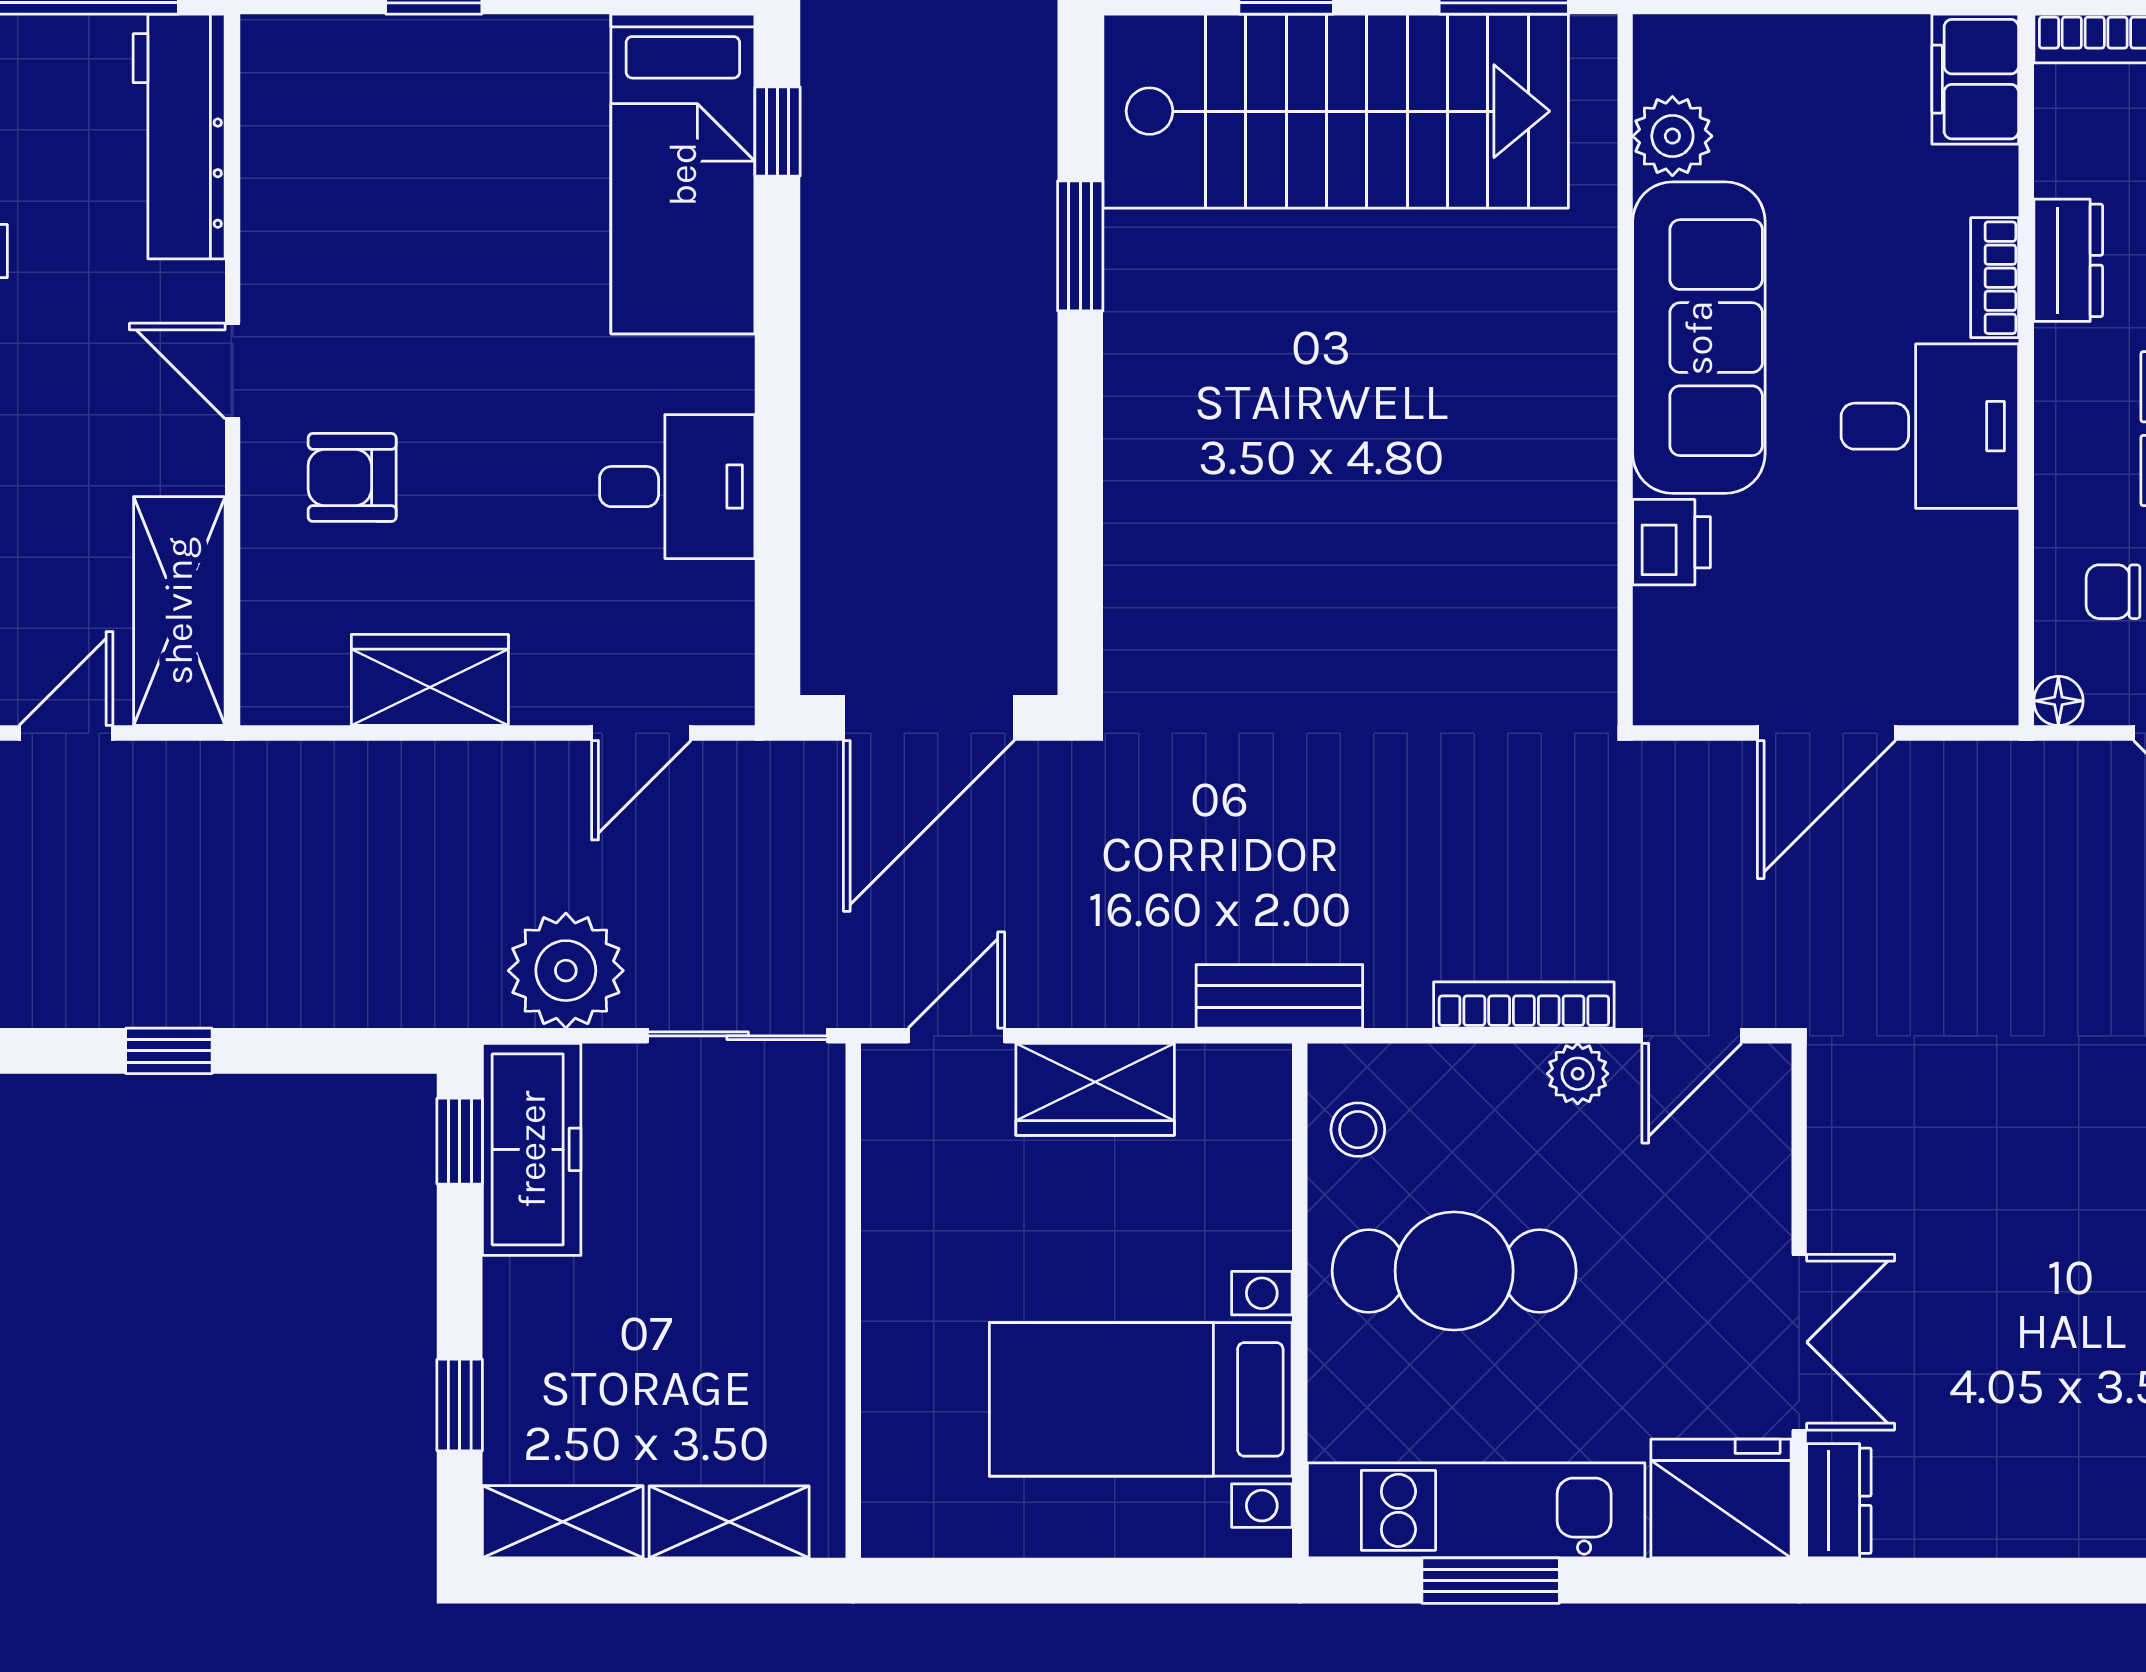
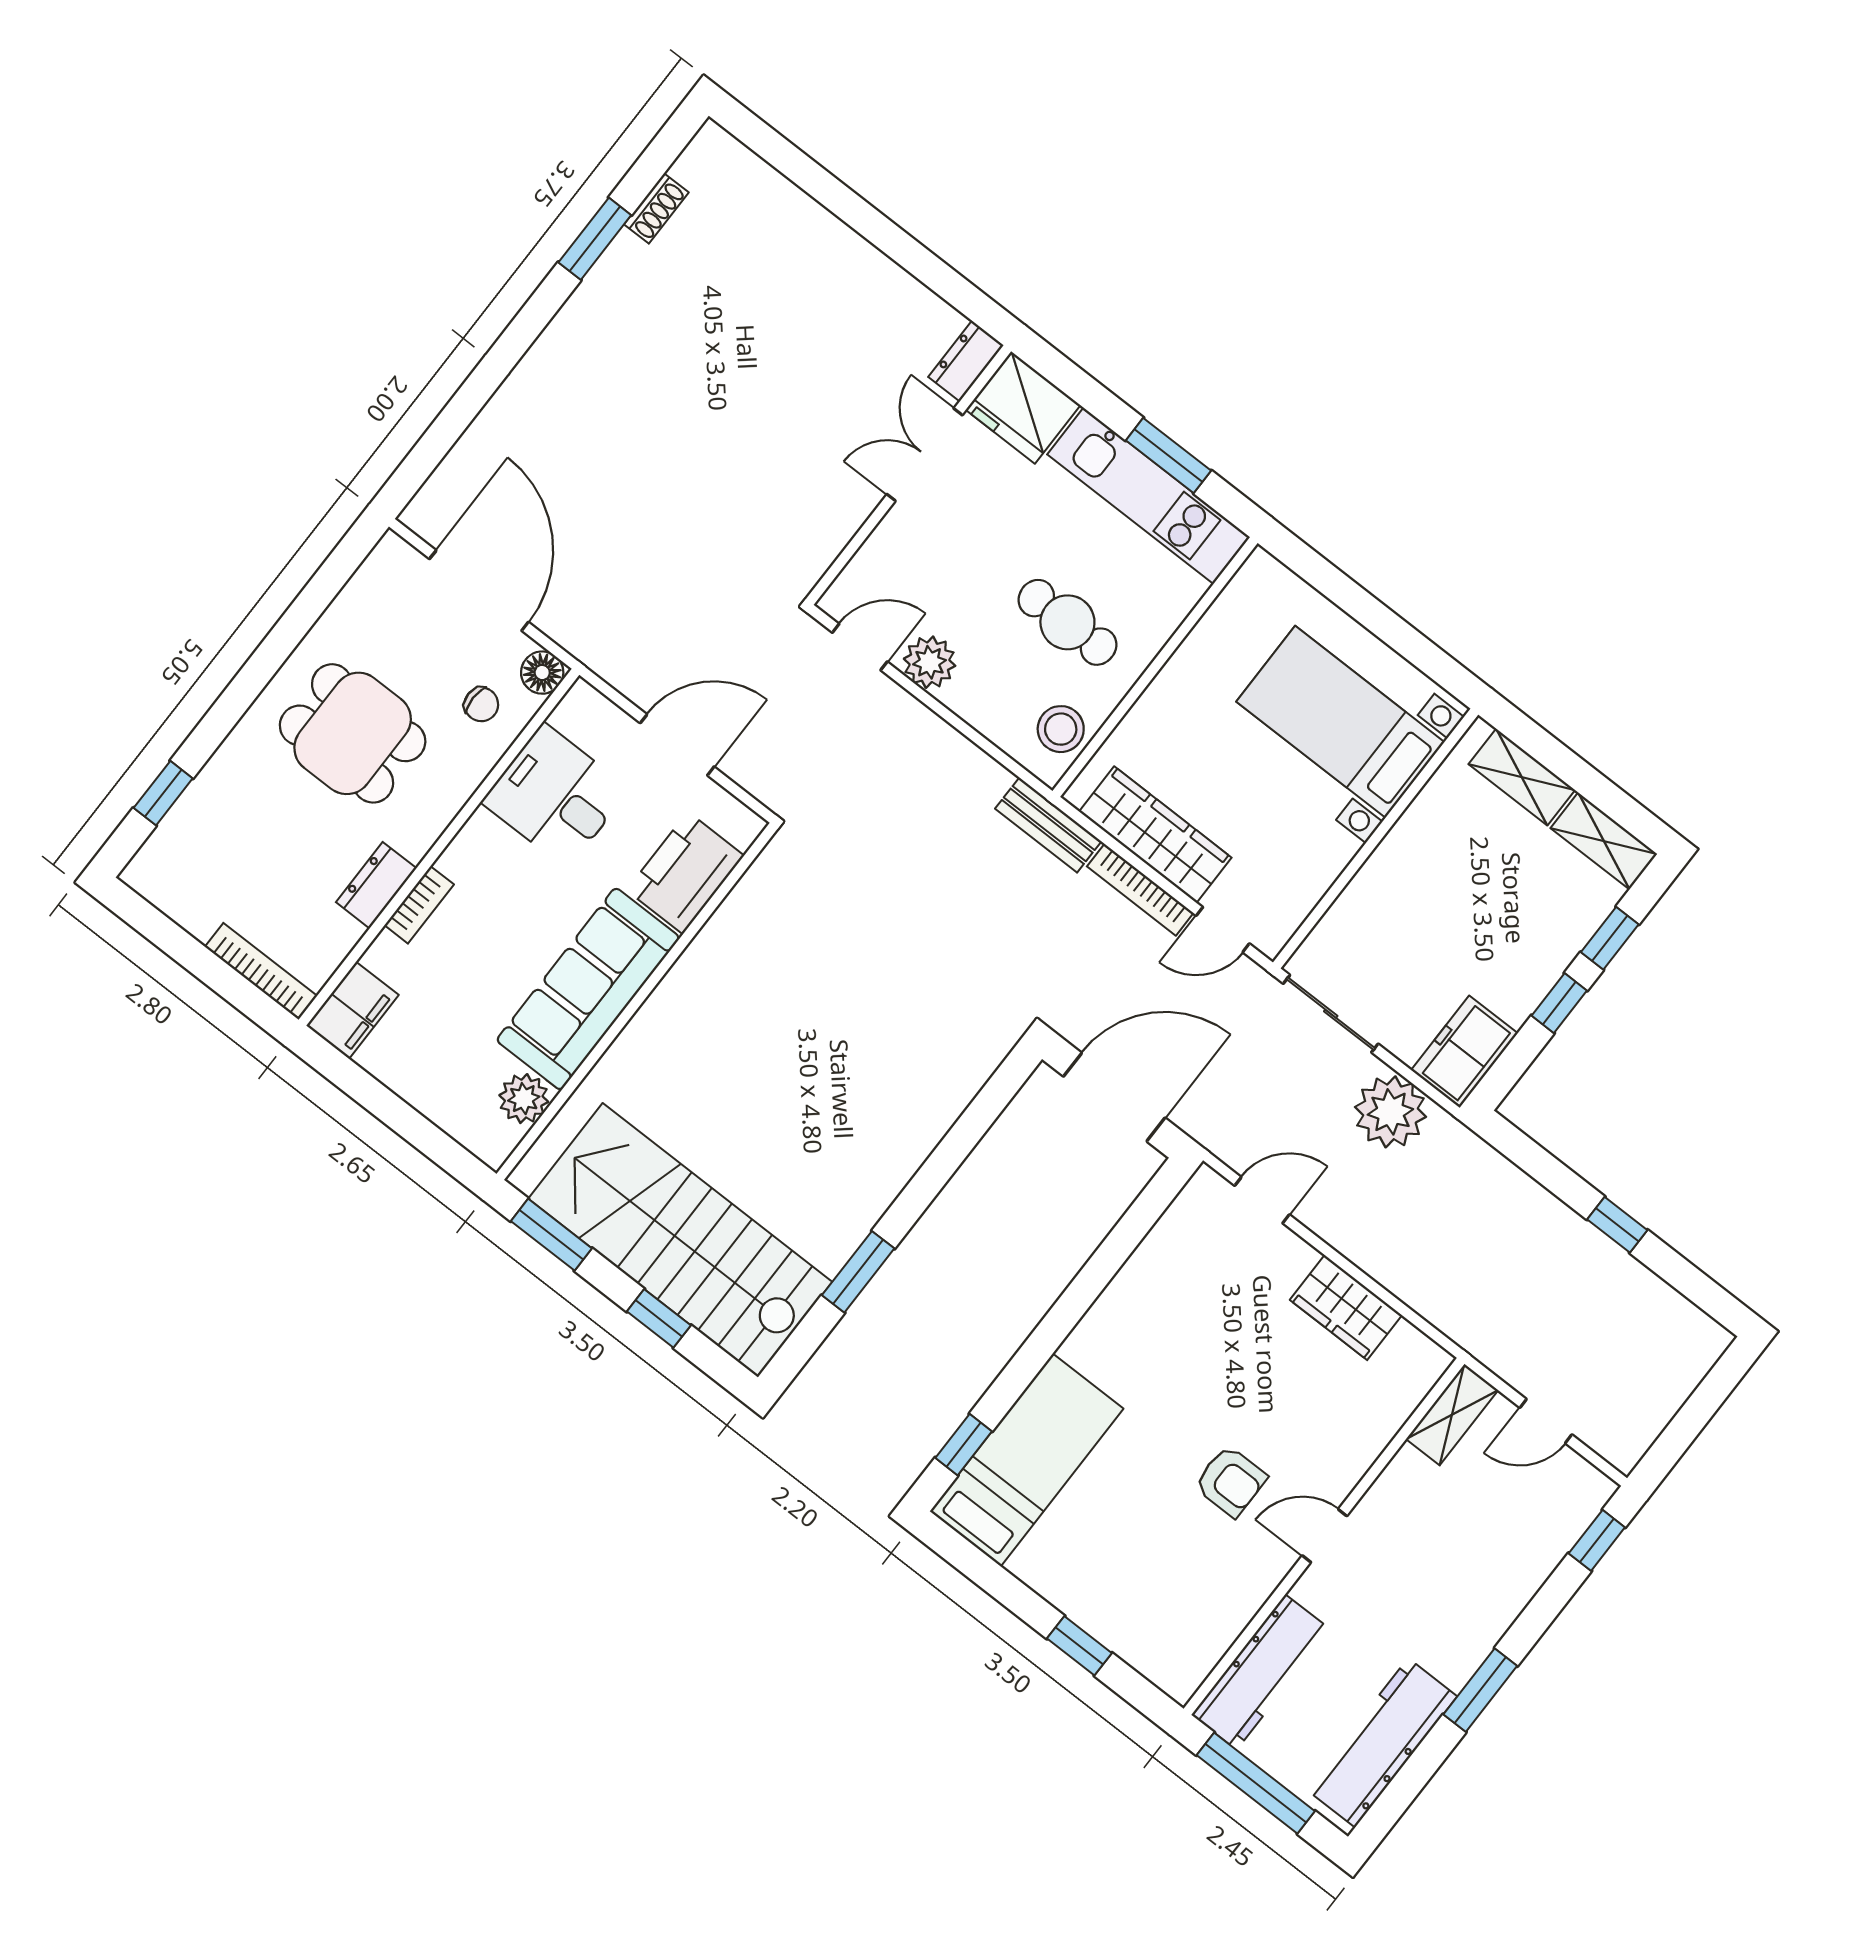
door: (233, 371) -> (1325, 1536), swing flipped
desk: (1930, 426) -> (555, 796), moved
armchair: (352, 477) -> (1231, 1481), moved
desk: (677, 487) -> (1150, 1308), removed
printer: (1672, 542) -> (685, 873), width x1.87, depth x1.48
shelving: (179, 611) -> (1452, 1415), width x0.67, depth x0.75
floor lamp: (2058, 701) -> (542, 673), width x1.37, depth x1.37
bookcase: (1524, 1005) -> (1140, 890), moved
plant: (1578, 1074) -> (930, 662), width x1.38, depth x1.38
wardrobe: (1095, 1089) -> (1155, 835), width x1.50
stool: (1358, 1130) -> (1061, 729), width x1.37, depth x1.37
window: (460, 1141) -> (1559, 1003), moved
freezer: (532, 1149) -> (1464, 1052), width x0.71
cafe table: (1454, 1271) -> (1067, 622), width x0.73, depth x0.74
bed with nightstands: (1141, 1399) -> (1340, 722), moved, turned 180

